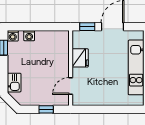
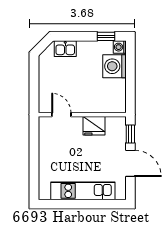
washing machine: (29, 36) -> (115, 66), width x1.89, depth x1.89
window: (46, 109) -> (34, 86), removed

